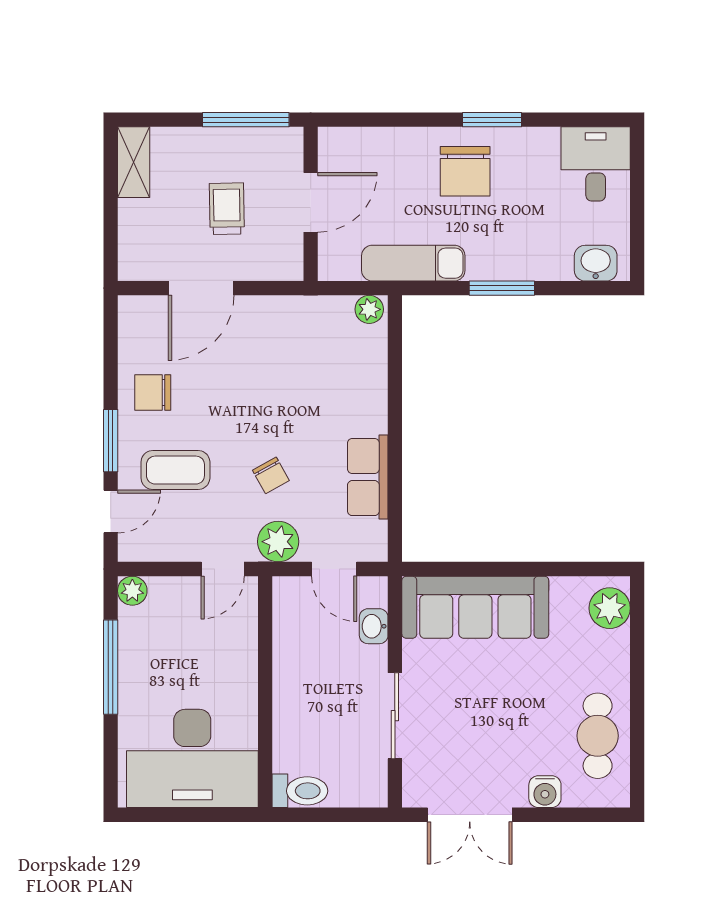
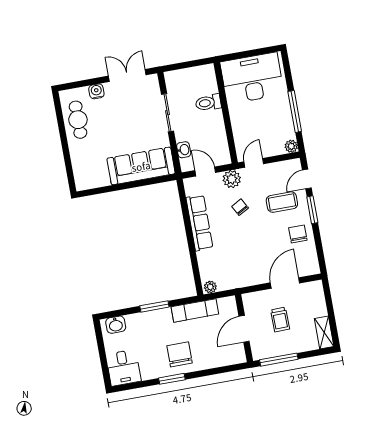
chair: (153, 392) -> (298, 234), turned -90
row of seats: (368, 477) -> (199, 223), width x1.48
plant: (610, 608) -> (83, 176), removed
toilet: (300, 791) -> (208, 103), moved

